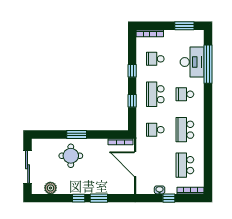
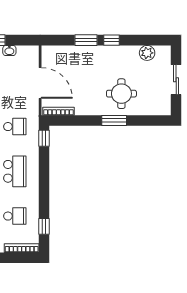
window: (132, 71) -> (44, 226), moved
window: (132, 101) -> (44, 138), moved
sliding door: (28, 167) -> (176, 80), width x0.73

